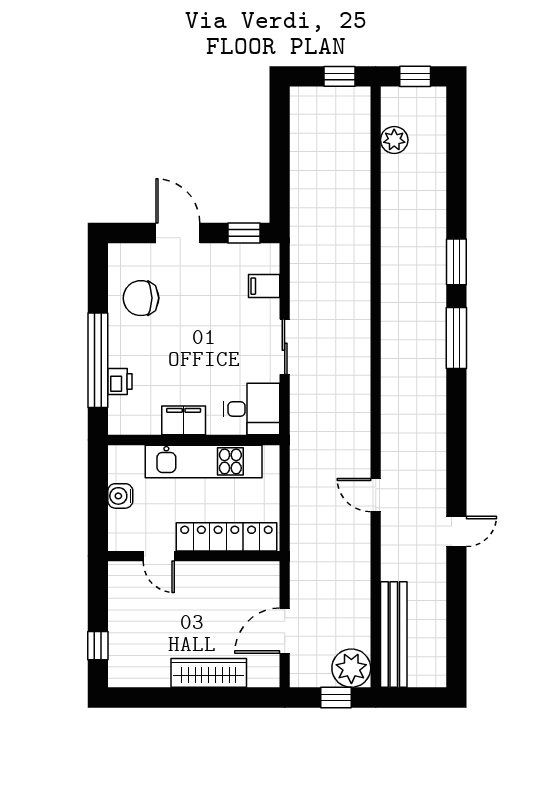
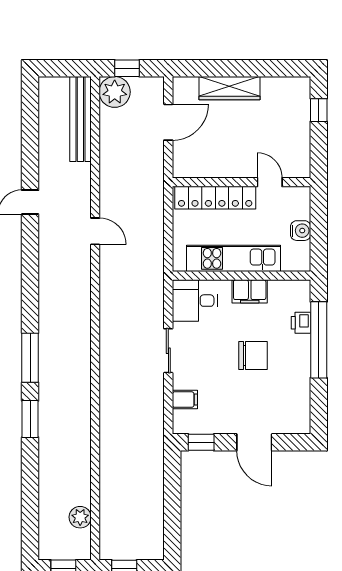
chair: (141, 298) -> (253, 356), moved

